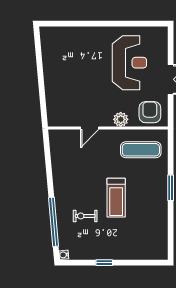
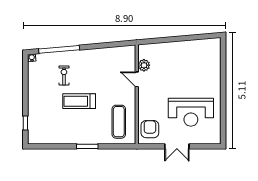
armchair: (150, 112) -> (150, 129), turned -90
plant: (121, 119) -> (144, 65), moved
window: (104, 263) -> (25, 123), moved

